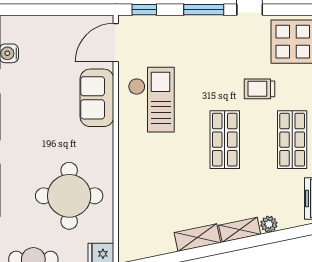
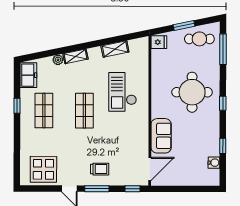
trolley: (259, 89) -> (100, 169), moved
checkout: (151, 100) -> (123, 92), moved
round table: (69, 196) -> (192, 92), moved
shelving: (197, 238) -> (115, 49), moved

